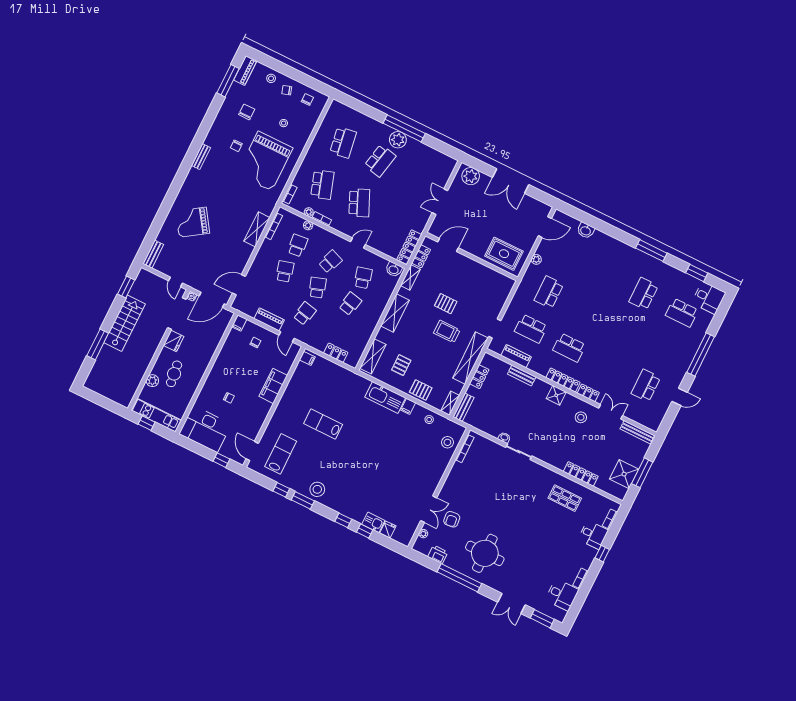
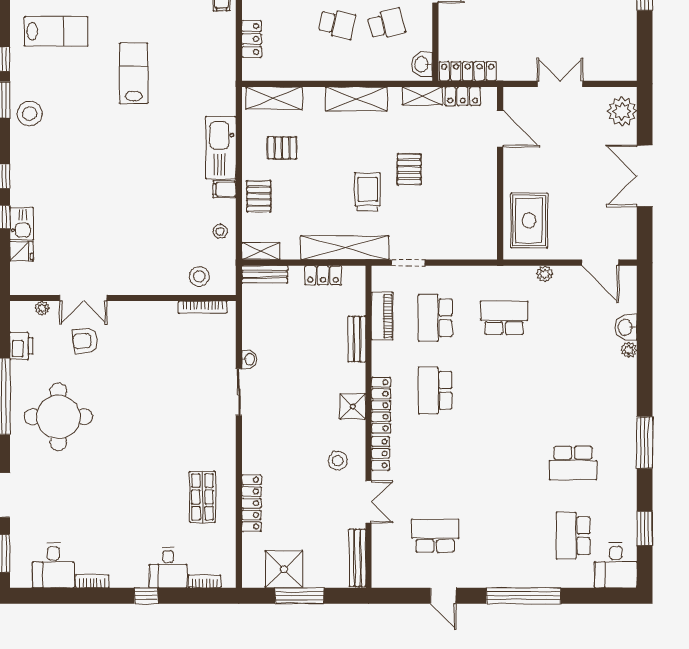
plant: (598, 235) -> (629, 350), added
school desk: (644, 294) -> (573, 463), turned 180

